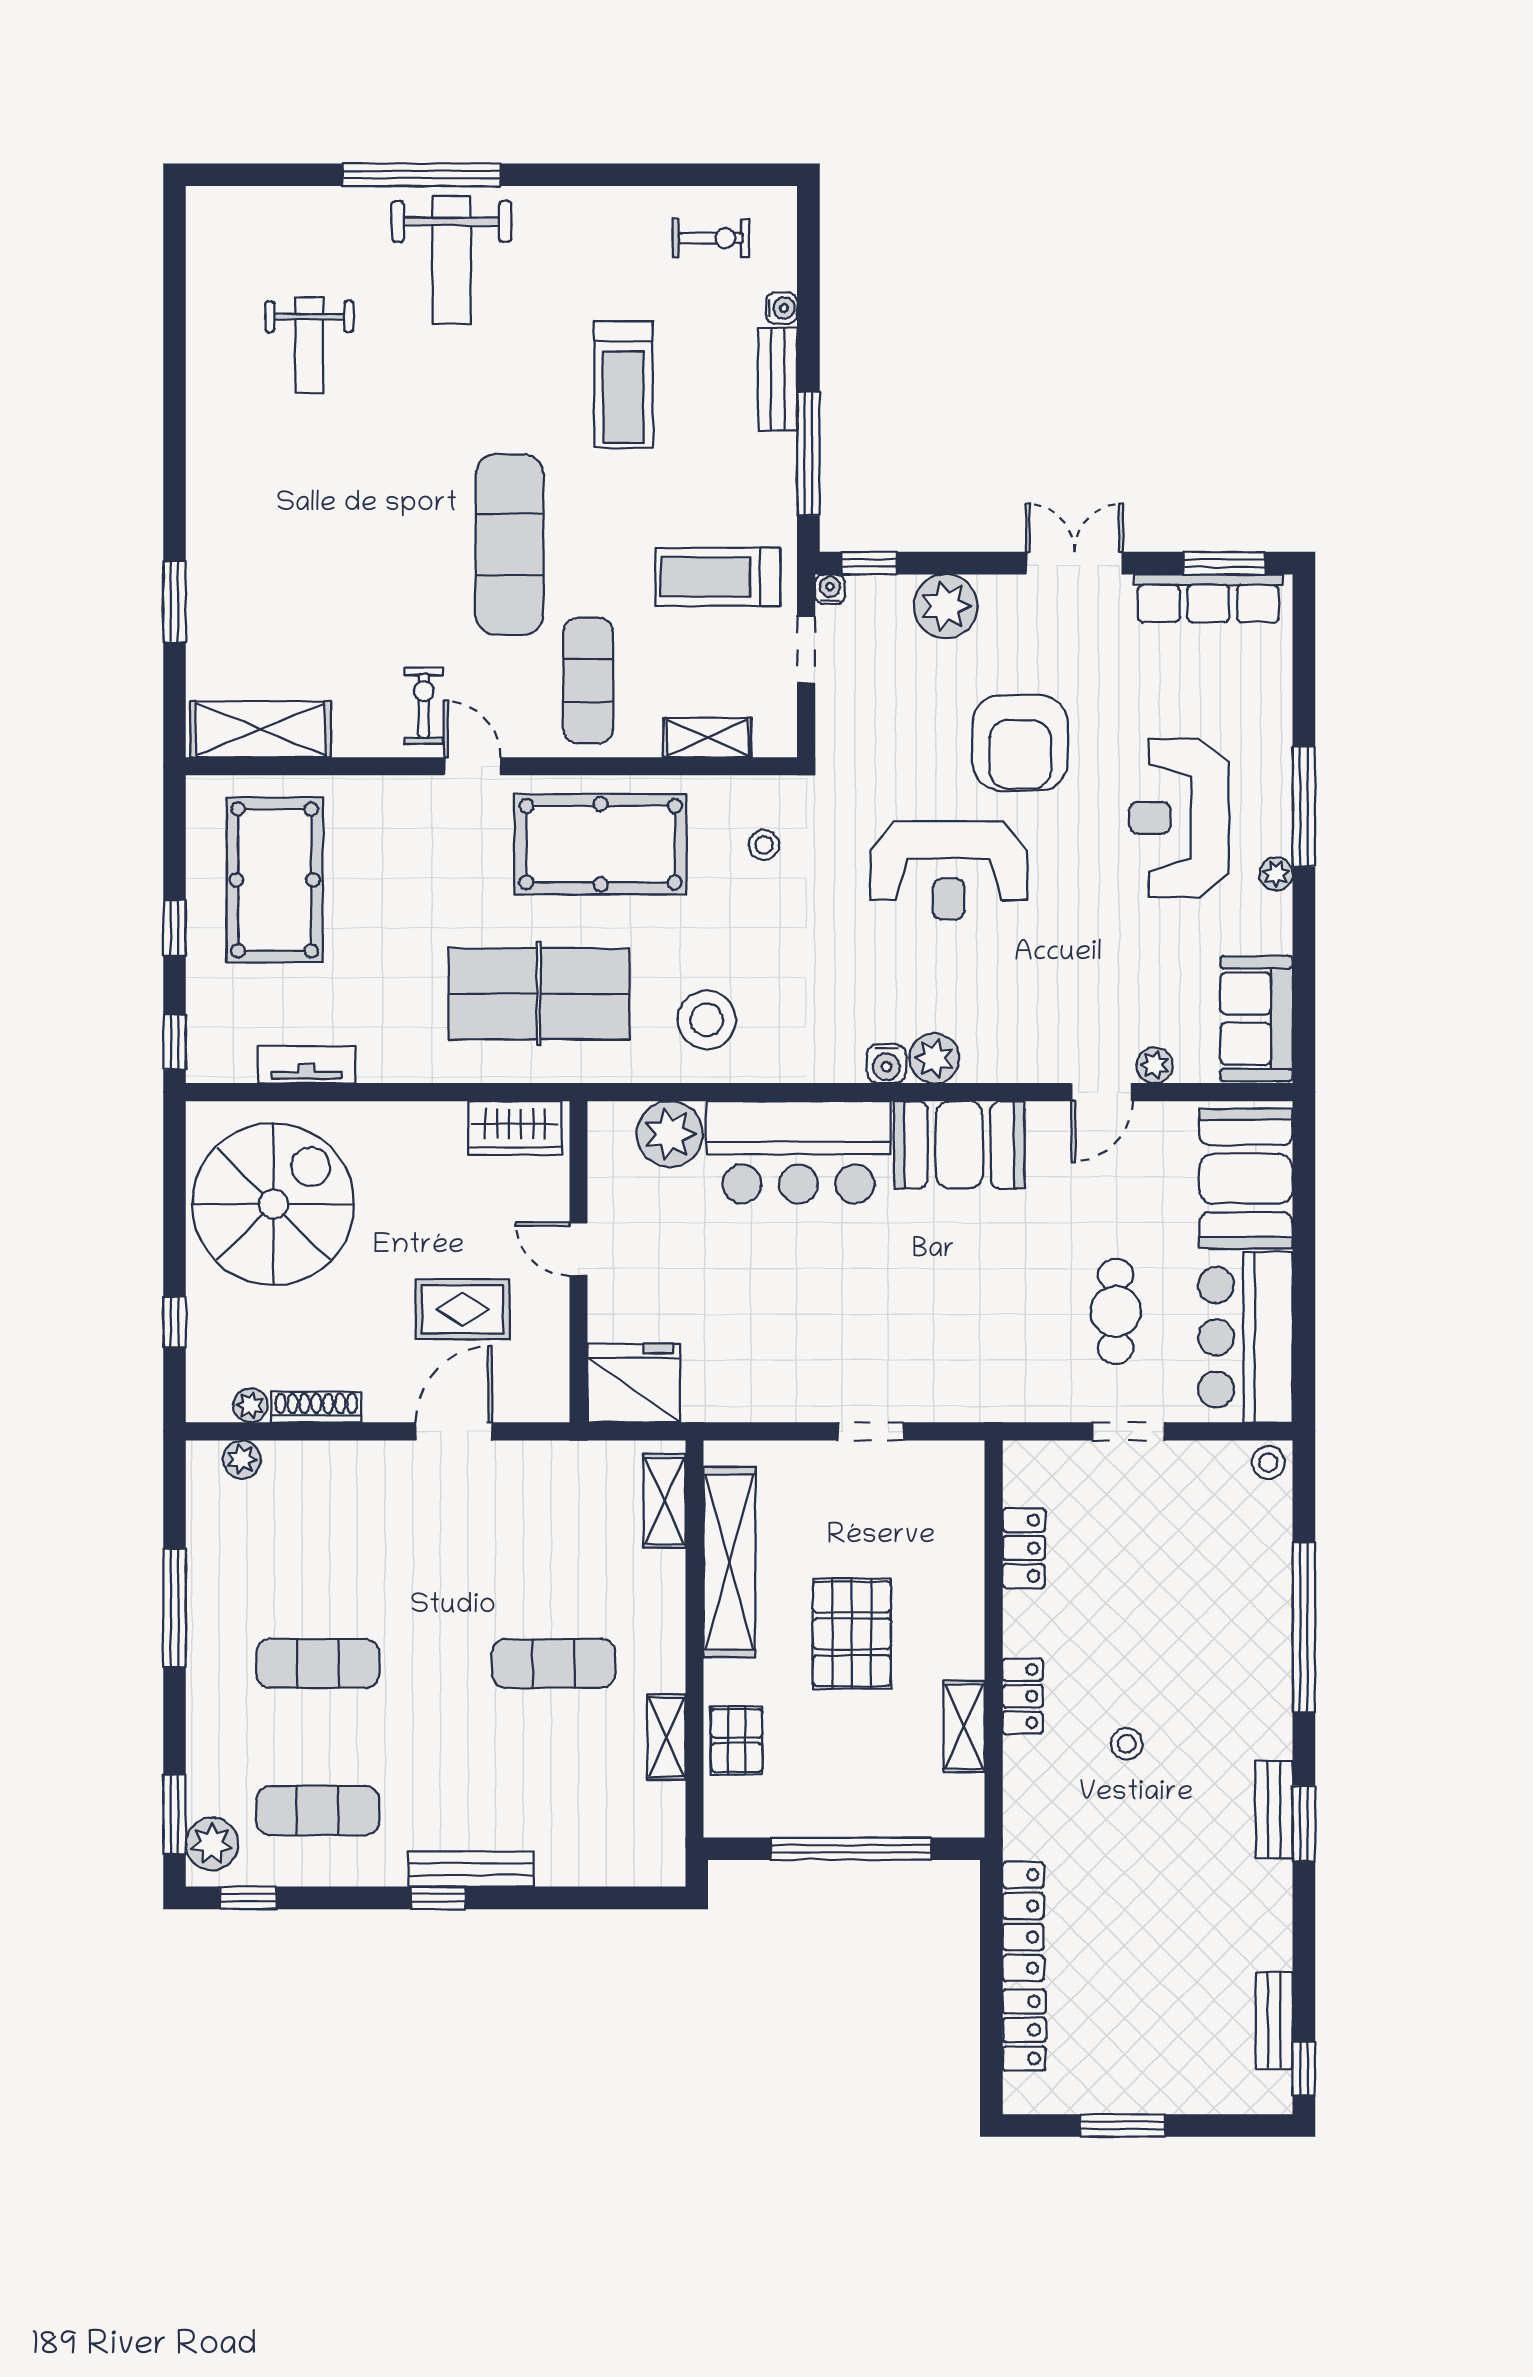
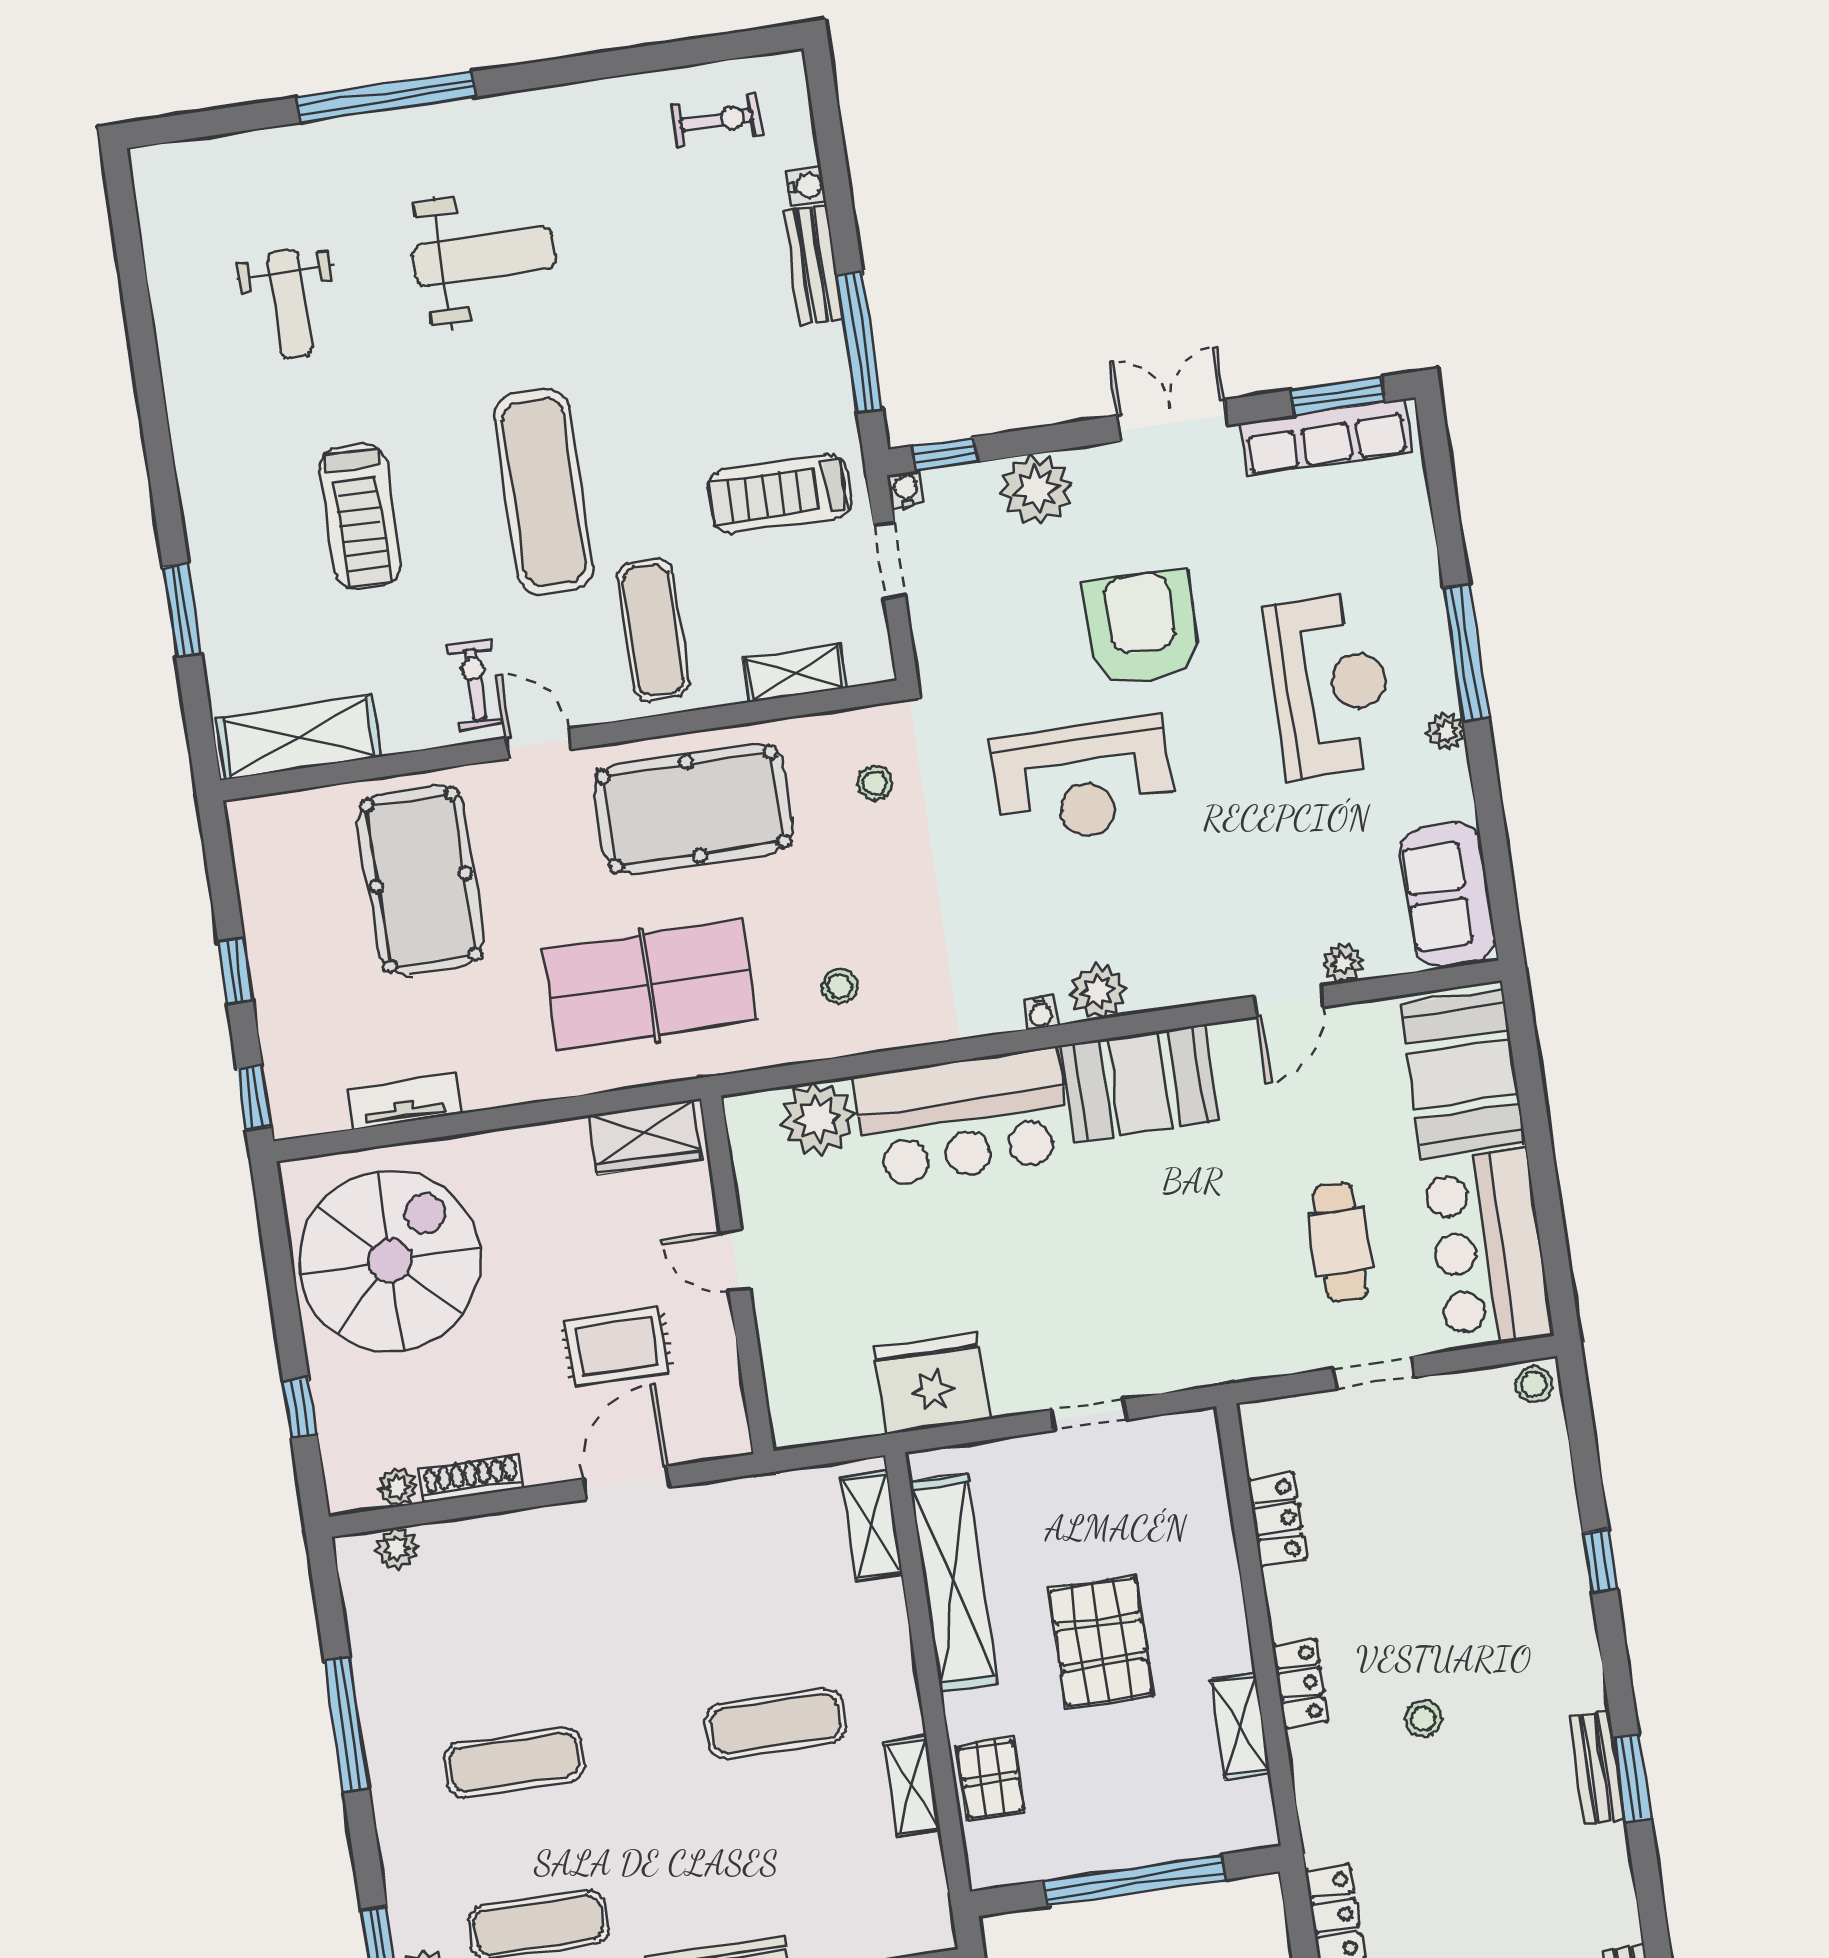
weight bench: (451, 260) -> (484, 256), moved, turned -90
treadmill: (623, 385) -> (360, 516), moved
armchair: (1020, 743) -> (1141, 628), turned 180
reception desk: (1179, 818) -> (1329, 685), turned 180
pool table: (275, 880) -> (421, 880), moved
stool: (707, 1020) -> (840, 986), width x0.53, depth x0.53
water cooler: (886, 1064) -> (1041, 1012), width x0.72, depth x0.72
fridge: (634, 1383) -> (932, 1383), moved
window: (1304, 1627) -> (1600, 1561), width x0.32

